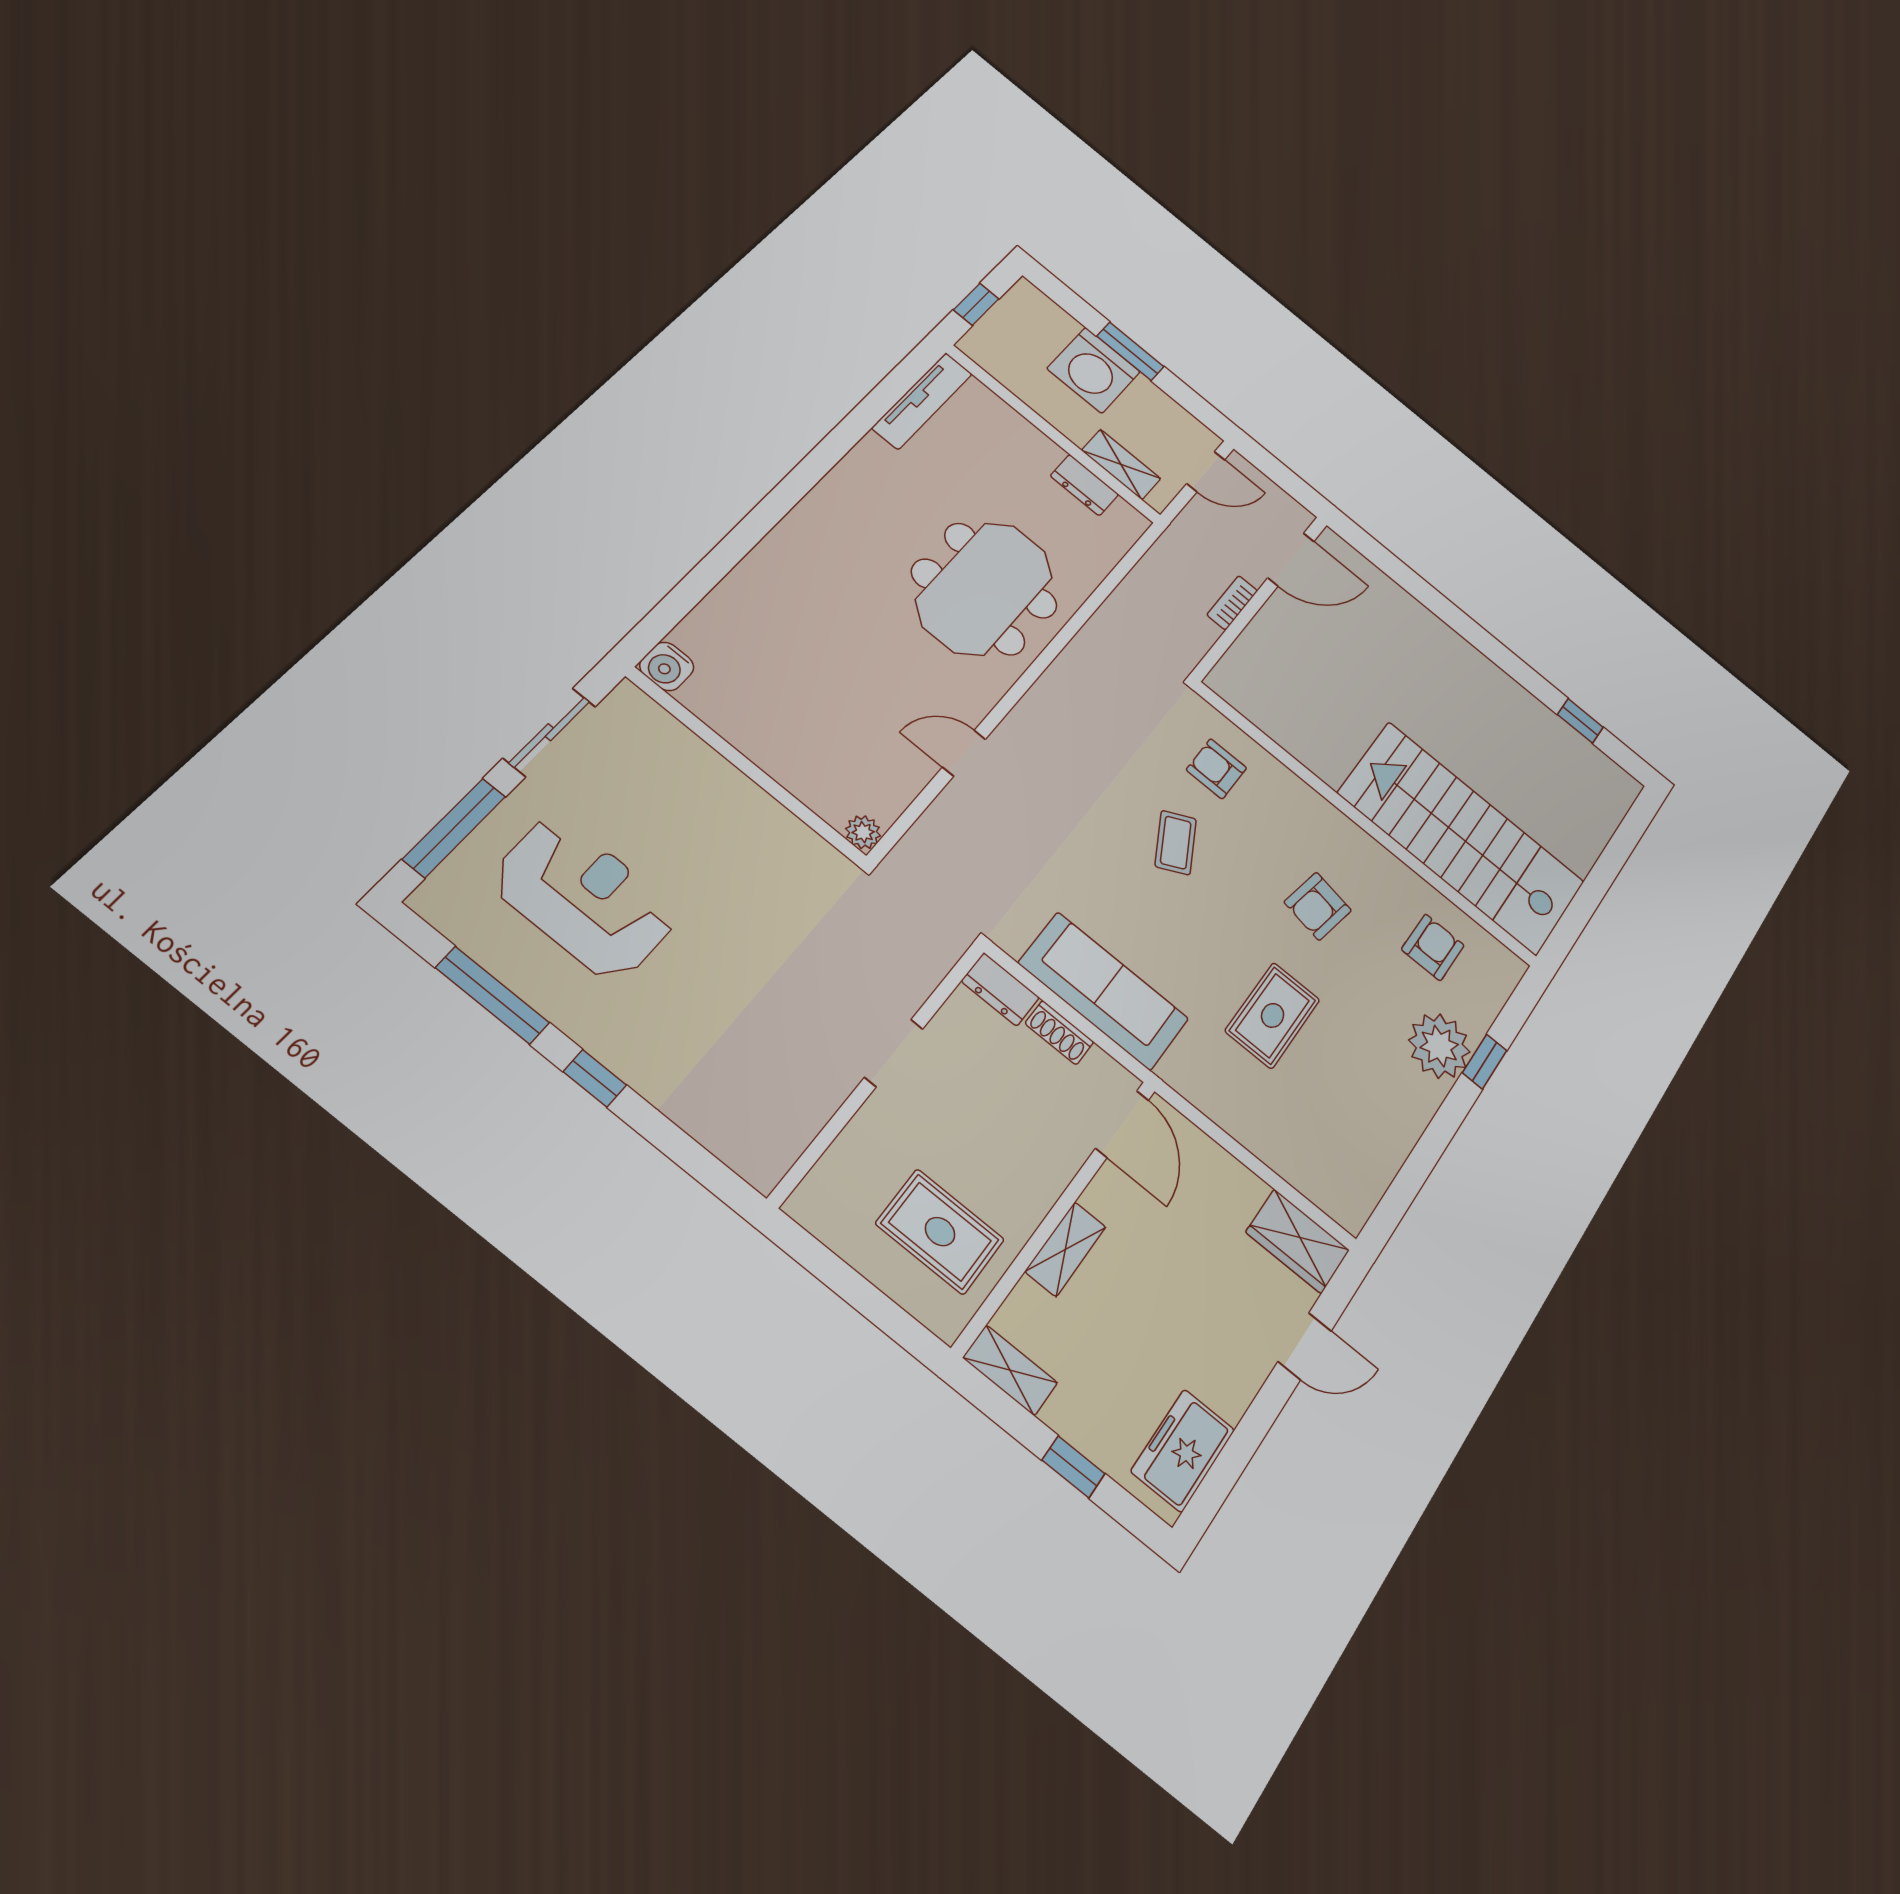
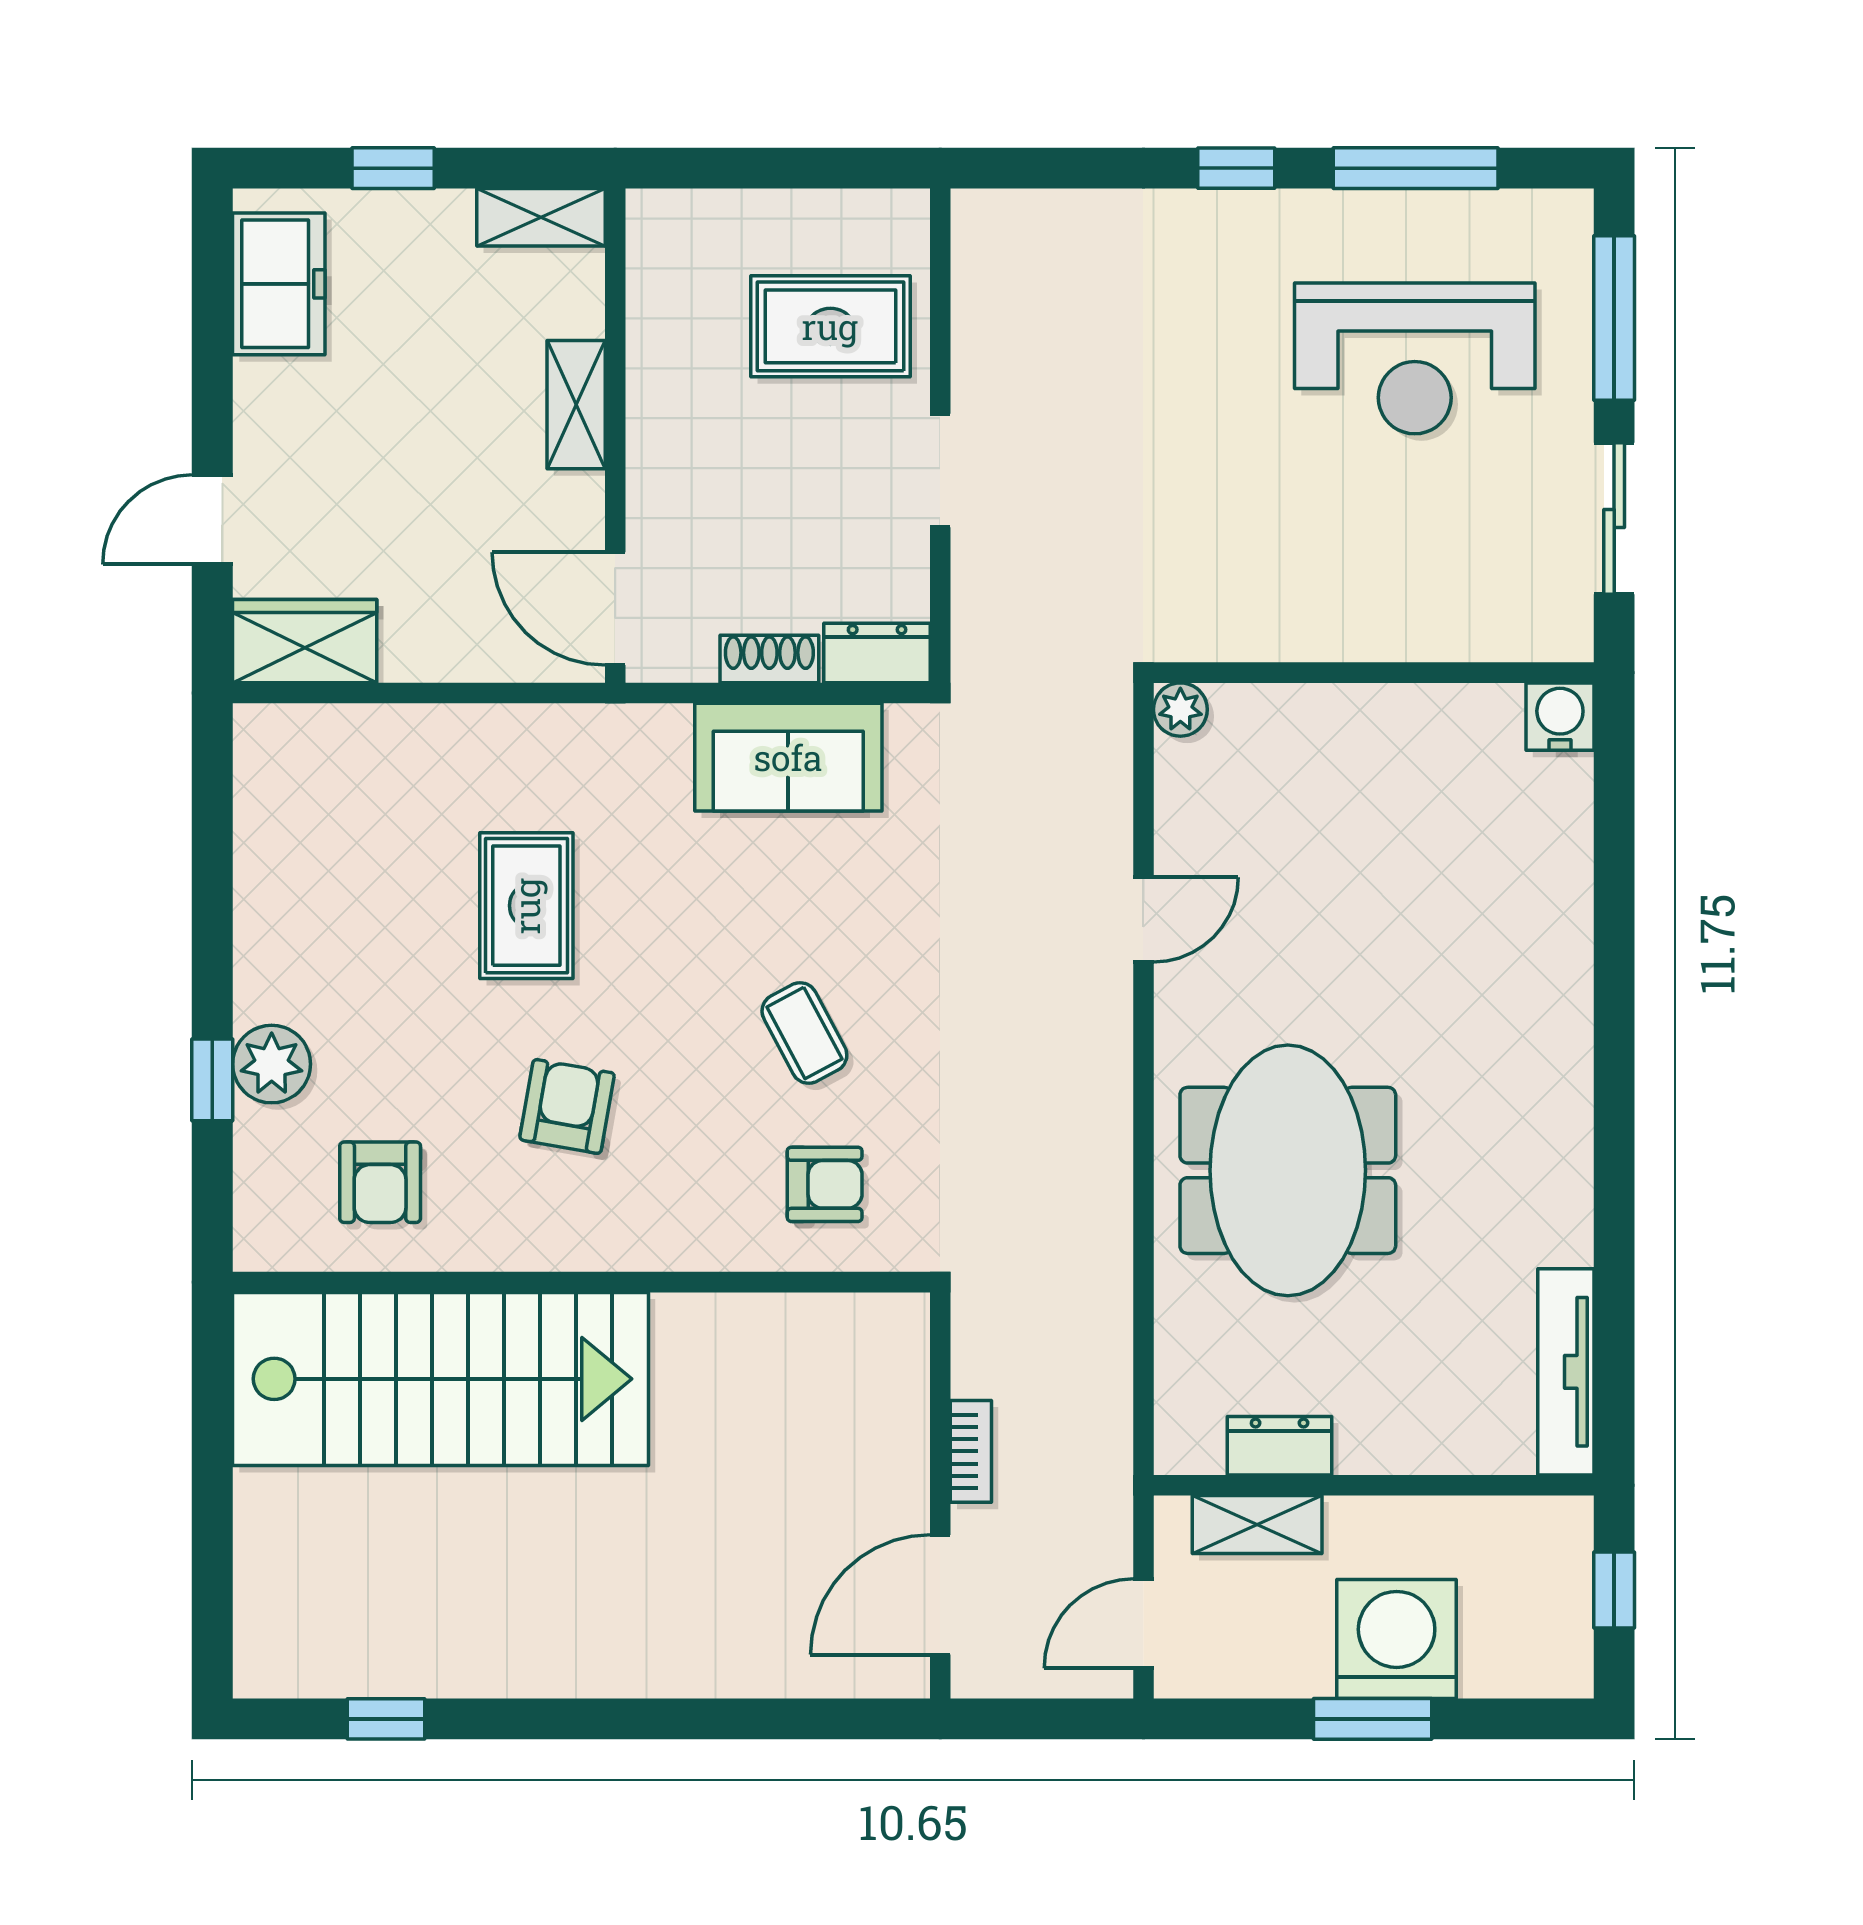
sofa: (1104, 991) -> (788, 757), width x0.73
plant: (1439, 1046) -> (272, 1064), width x0.73, depth x0.73
rug: (940, 1232) -> (830, 326), moved

